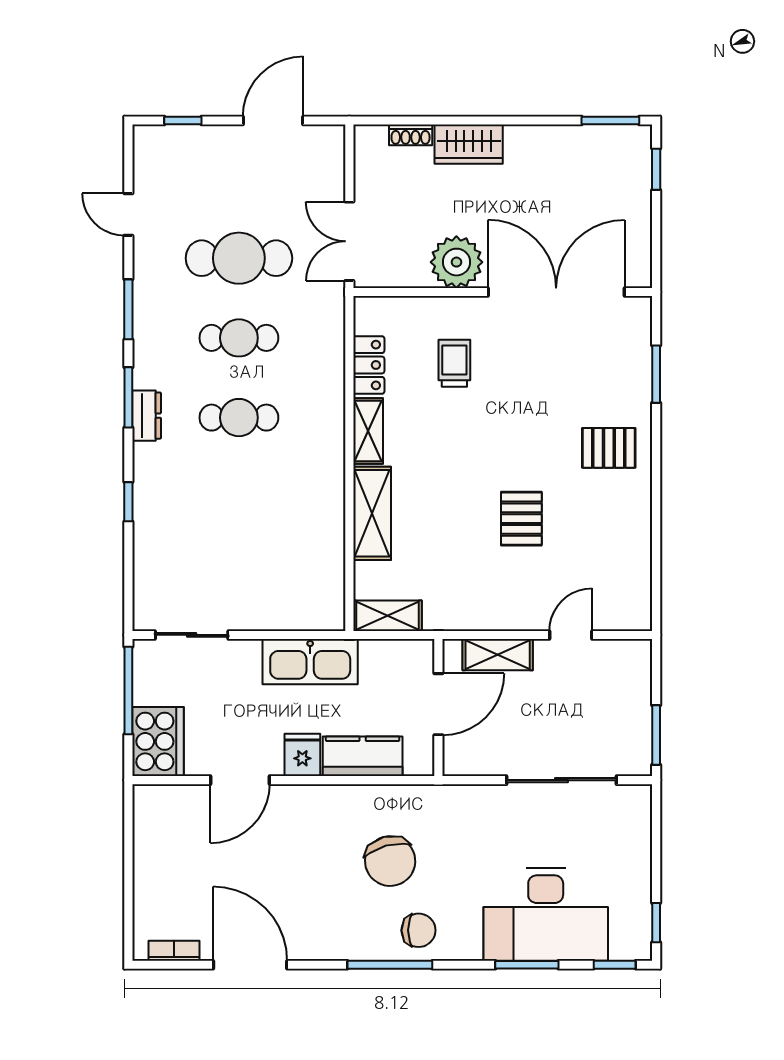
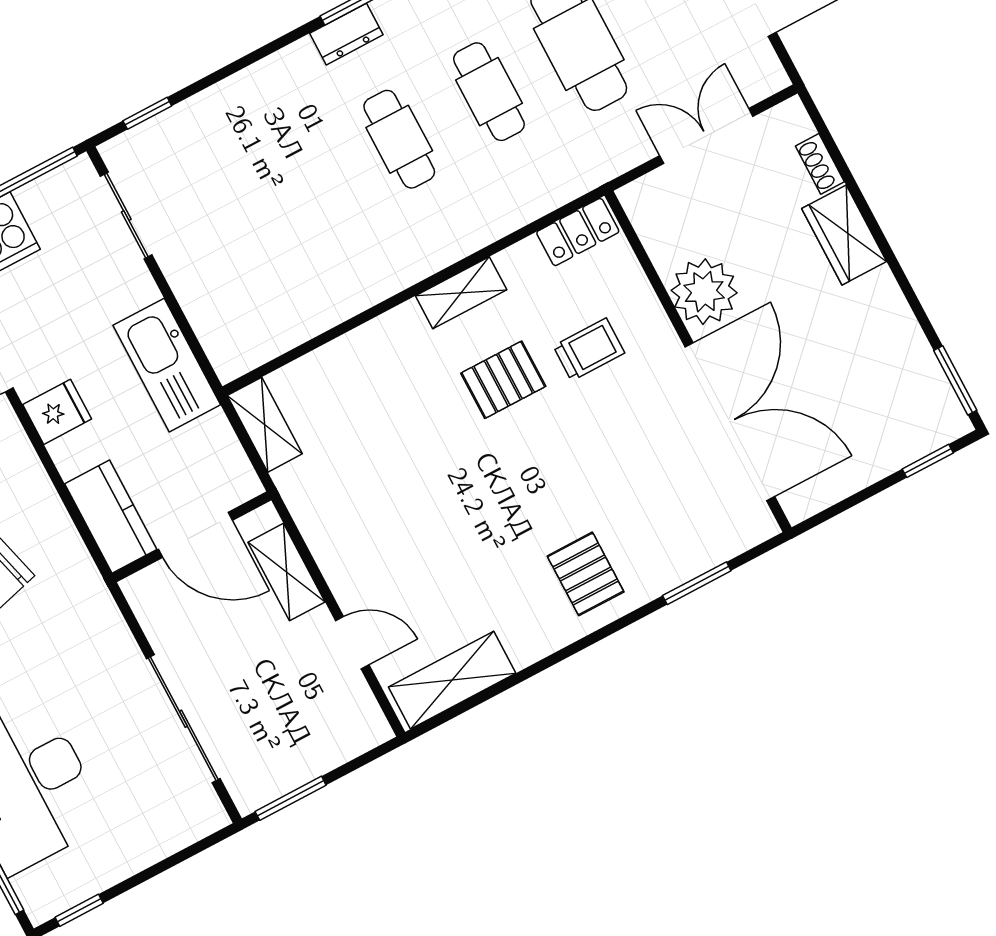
double door: (349, 241) -> (706, 136), moved
locker: (369, 365) -> (578, 232), moved
window: (128, 502) -> (147, 113), moved
shelving: (372, 513) -> (452, 680), moved
pallet: (521, 519) -> (503, 380), moved
kitchen counter: (363, 756) -> (111, 517), moved

